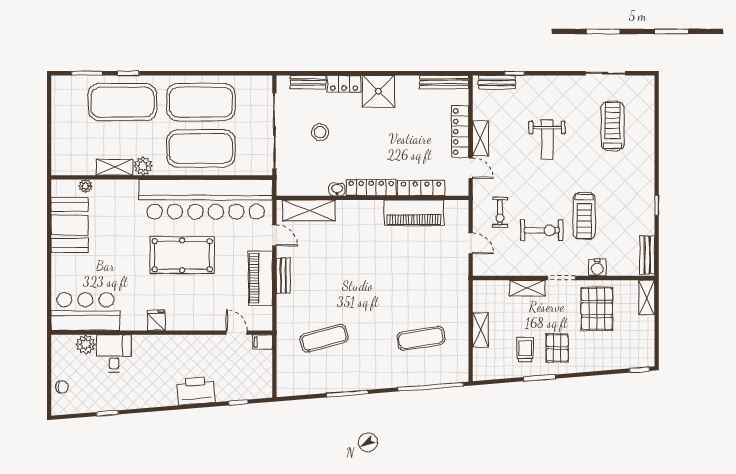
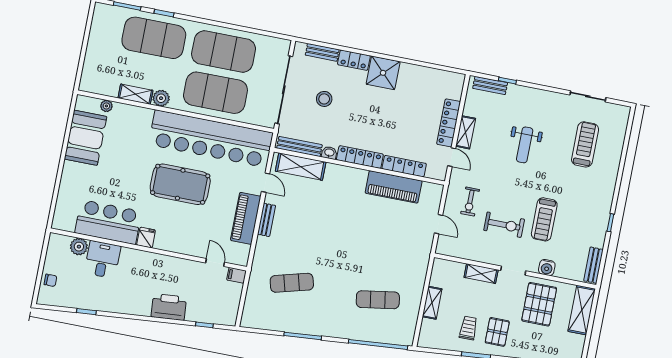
bench: (444, 82) -> (299, 146), moved
shelving: (647, 297) -> (582, 310), width x1.50, depth x1.33
bar counter: (85, 312) -> (108, 222), moved

